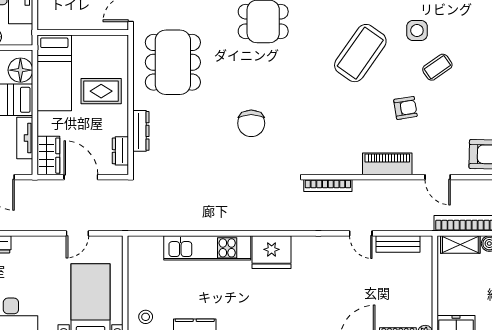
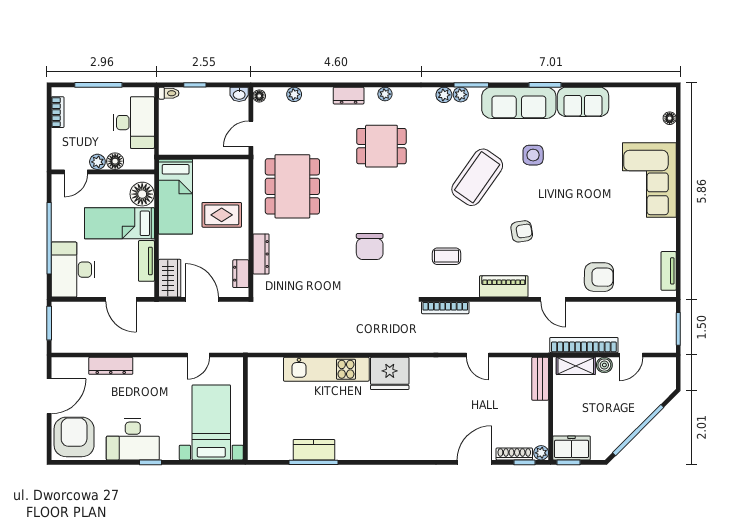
coffee table: (437, 67) -> (447, 256), moved, turned 35
bench: (398, 244) -> (540, 379), moved, turned 90
stool: (146, 317) -> (266, 437), removed

